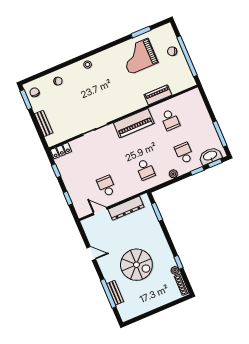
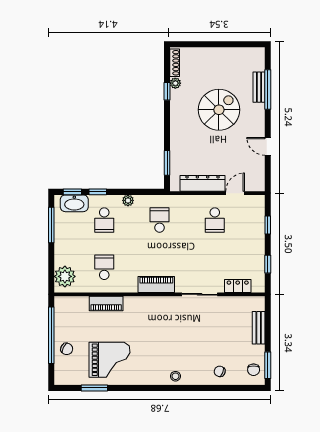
plant: (195, 102) -> (65, 276), added
piano: (134, 123) -> (156, 284), width x0.73, depth x0.75
locker: (61, 151) -> (238, 286), moved
door: (100, 211) -> (235, 193), swing flipped
spiral stairs: (136, 265) -> (219, 110), turned 90

